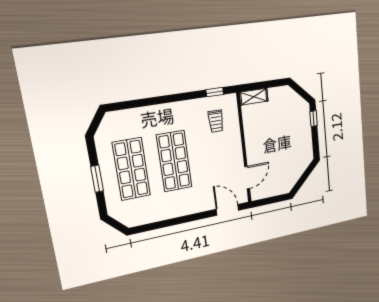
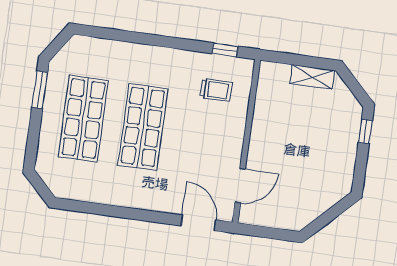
shelving: (254, 97) -> (312, 77), moved
trolley: (216, 121) -> (216, 90), turned -90
window: (97, 179) -> (40, 90), moved

